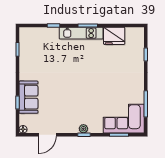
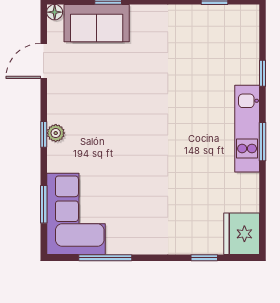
fridge: (114, 36) -> (242, 234), moved
sofa: (28, 97) -> (97, 23), moved
door: (47, 135) -> (44, 61), hinge flipped

